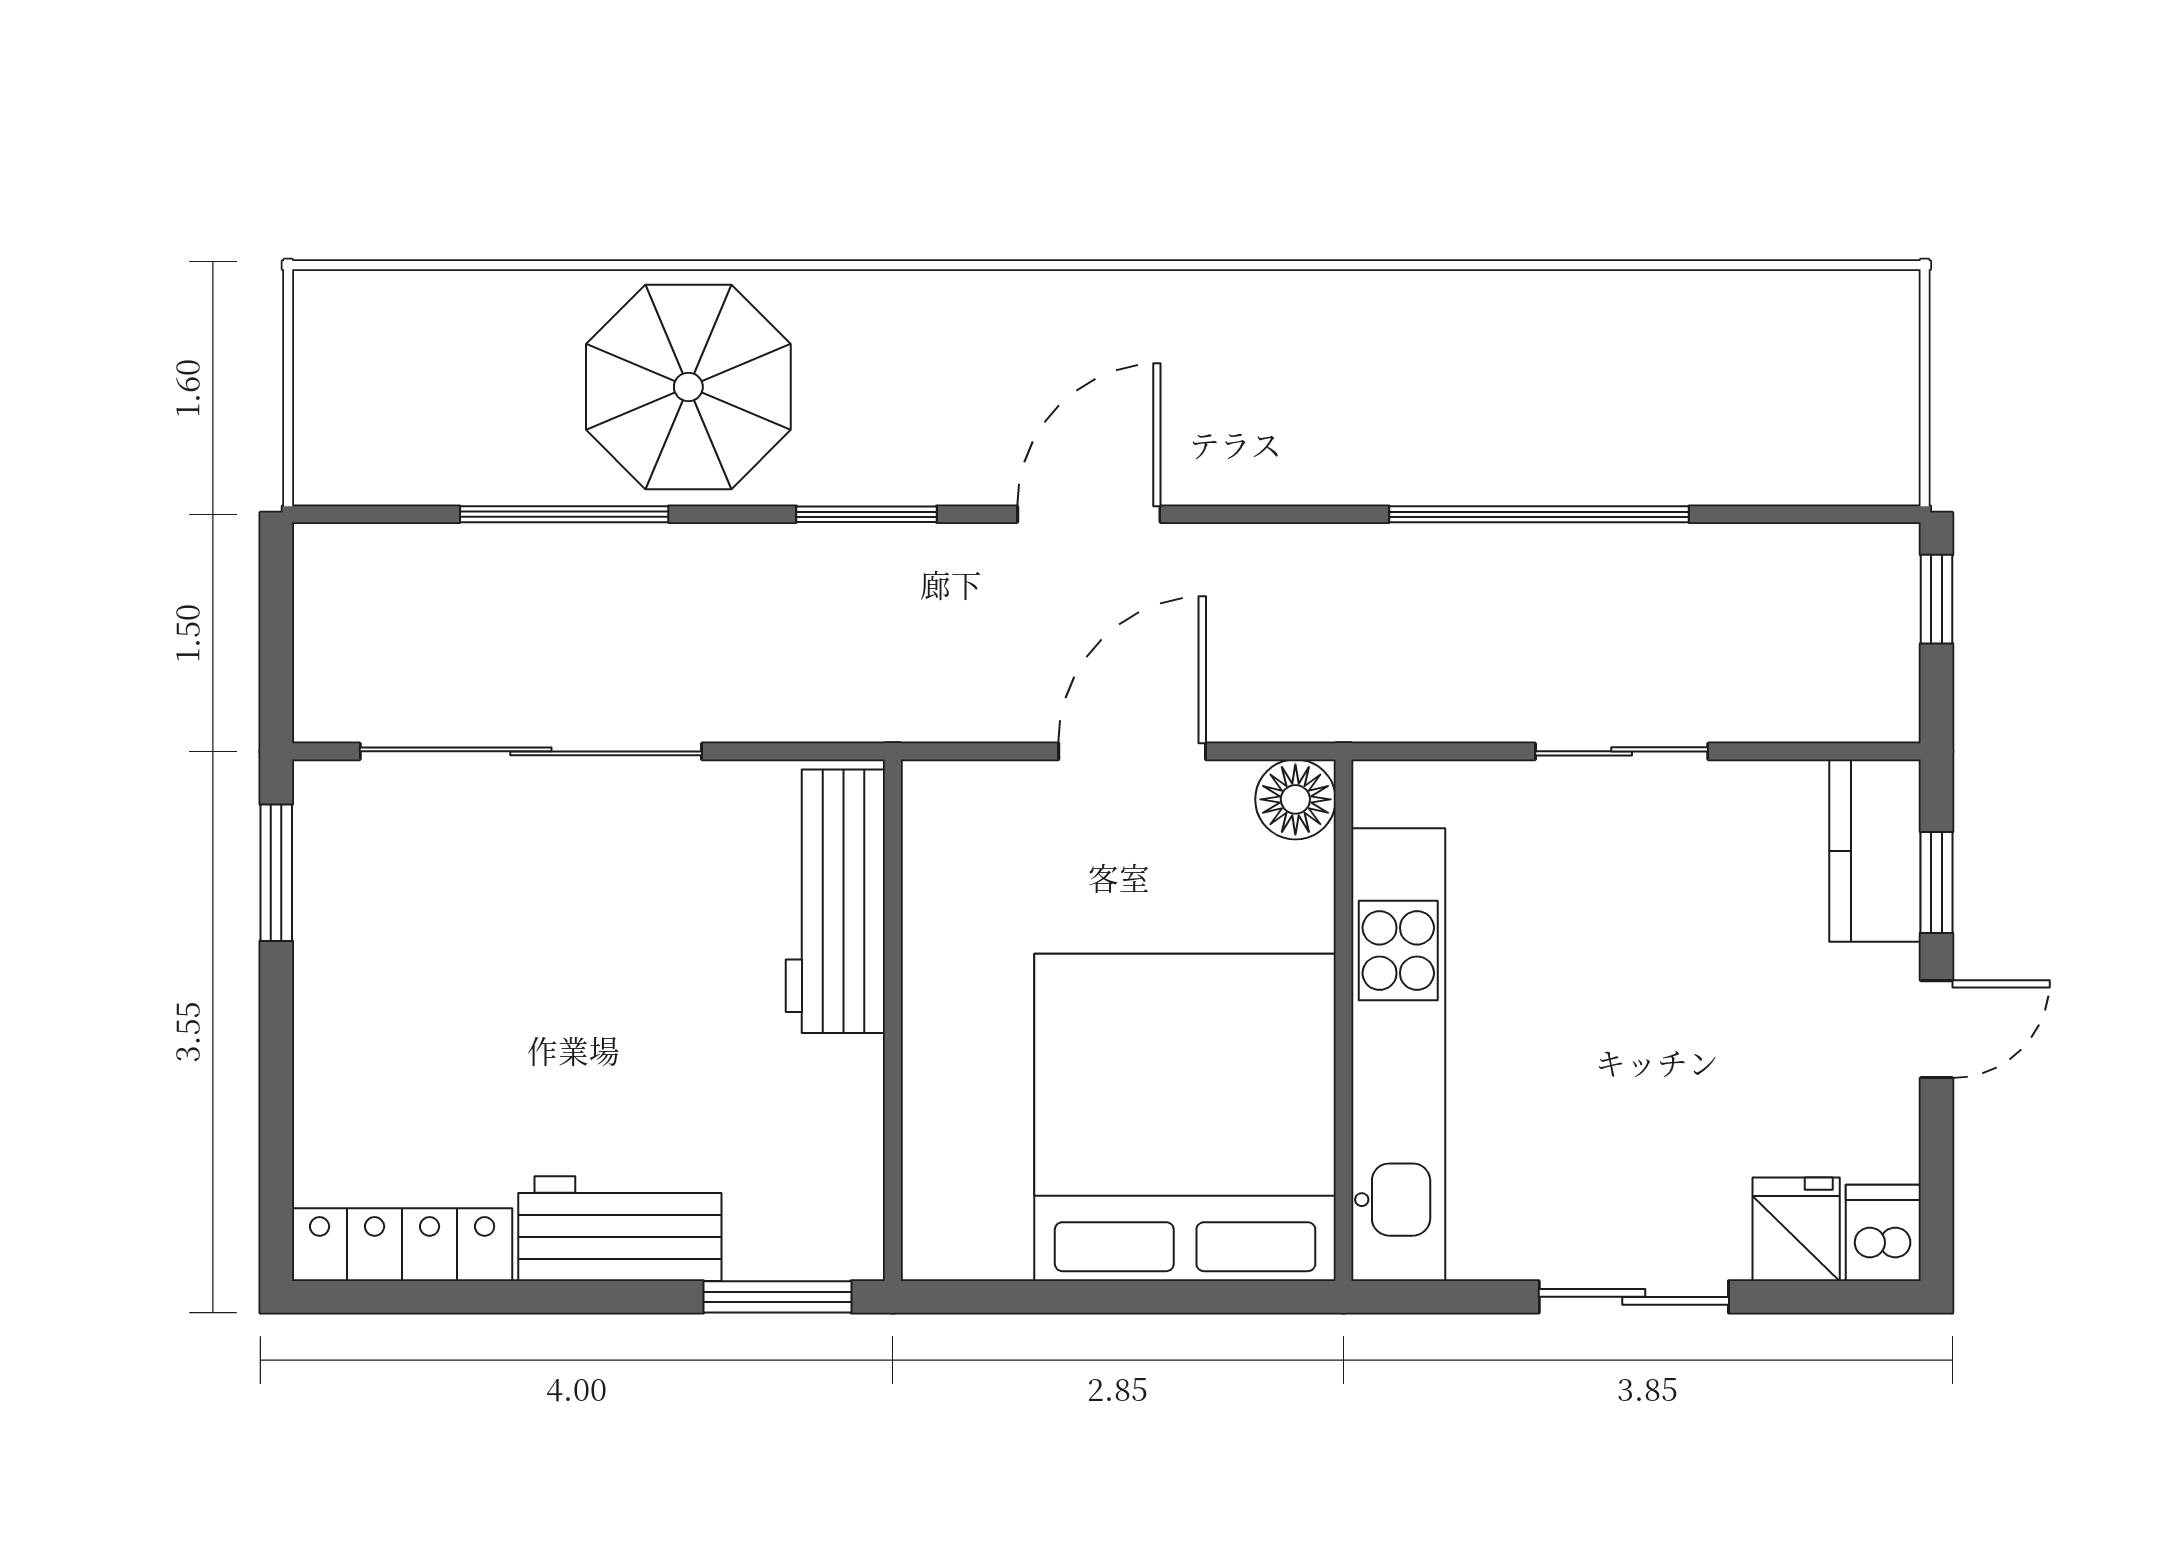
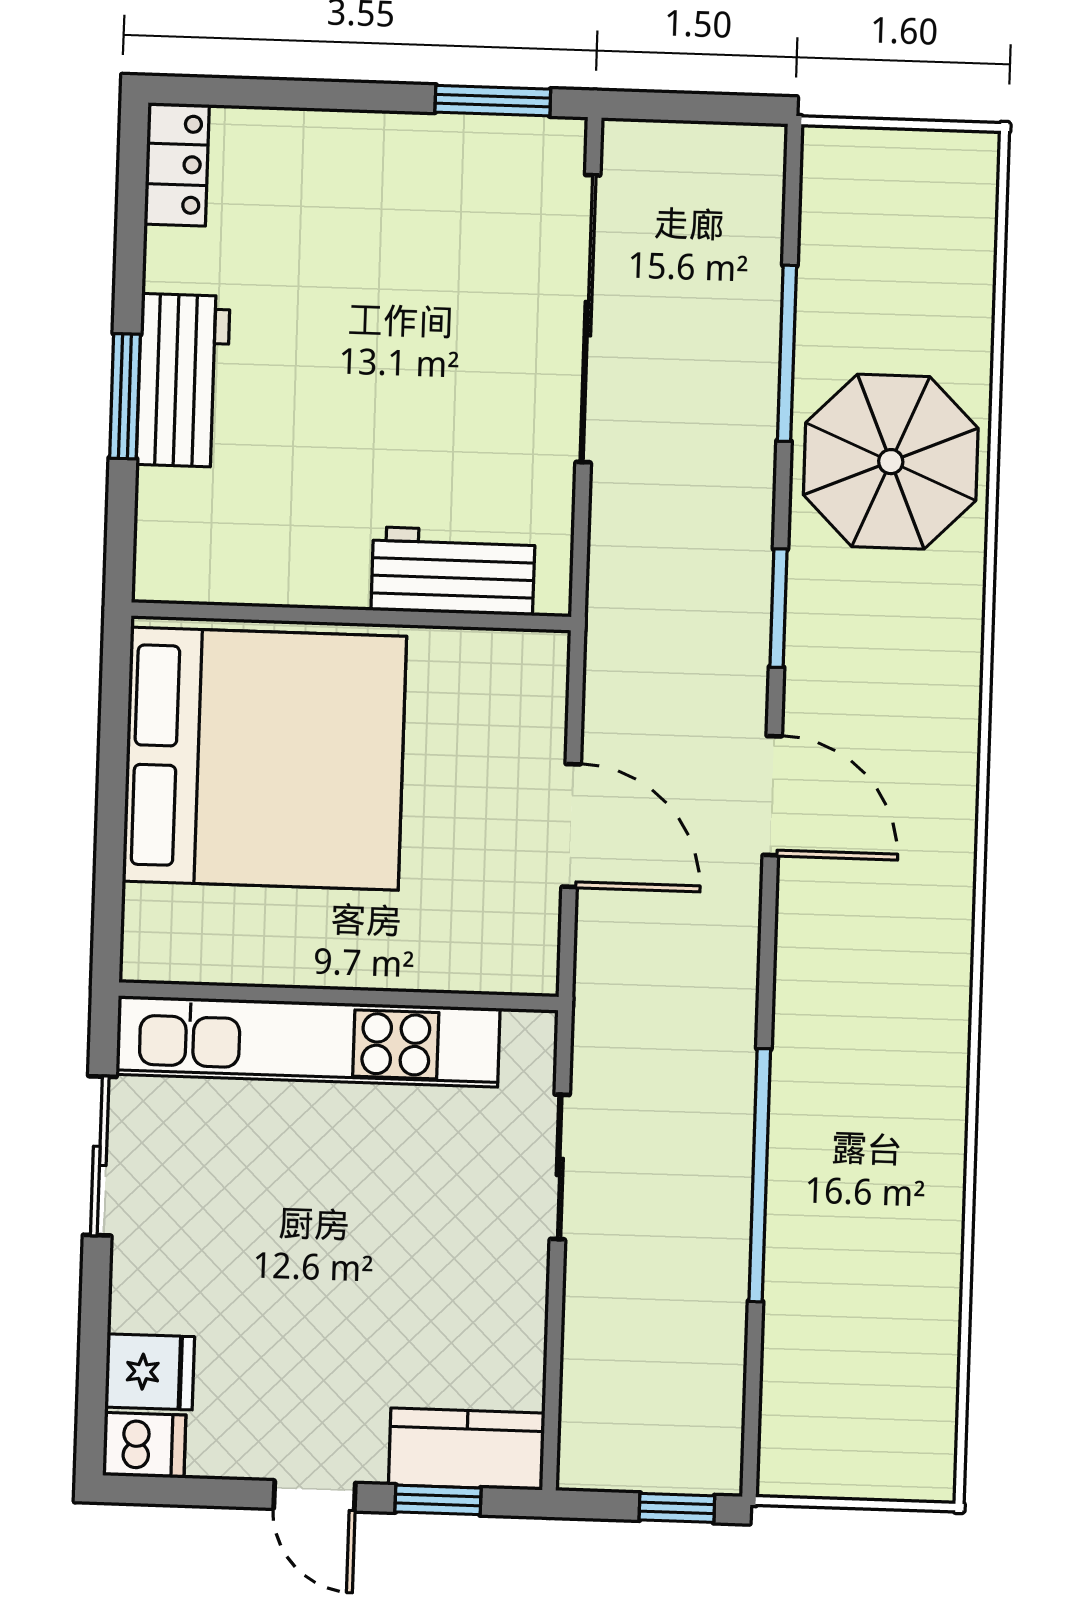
sliding door: (1622, 751) -> (560, 1167), moved
floor lamp: (1295, 799) -> (526, 962), removed
workbench: (835, 901) -> (453, 571), width x0.73
bed: (1185, 1117) -> (264, 759), moved
locker: (402, 1245) -> (177, 164), width x0.66
window: (777, 1297) -> (125, 396), moved
sliding door: (1634, 1297) -> (100, 1156), moved

